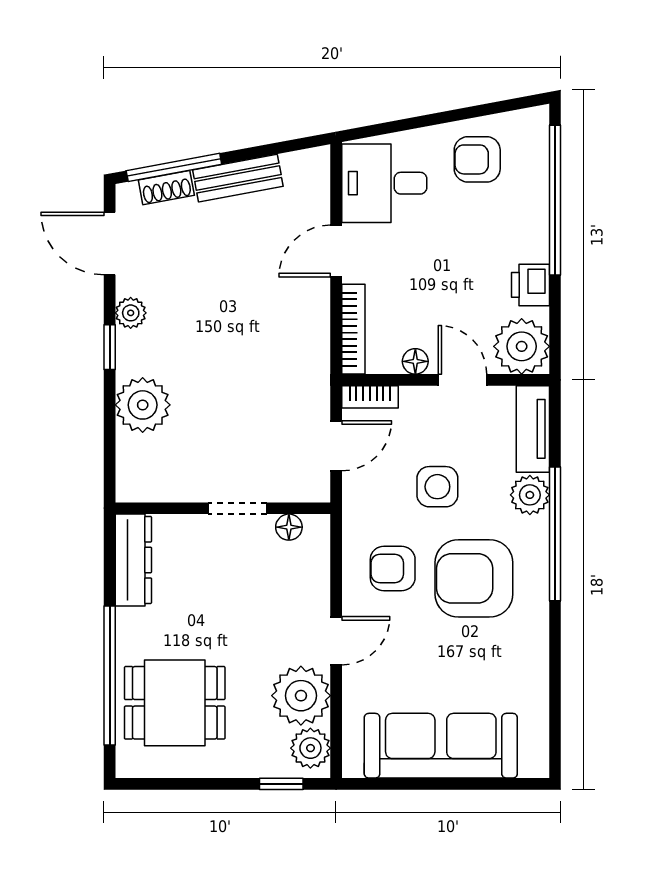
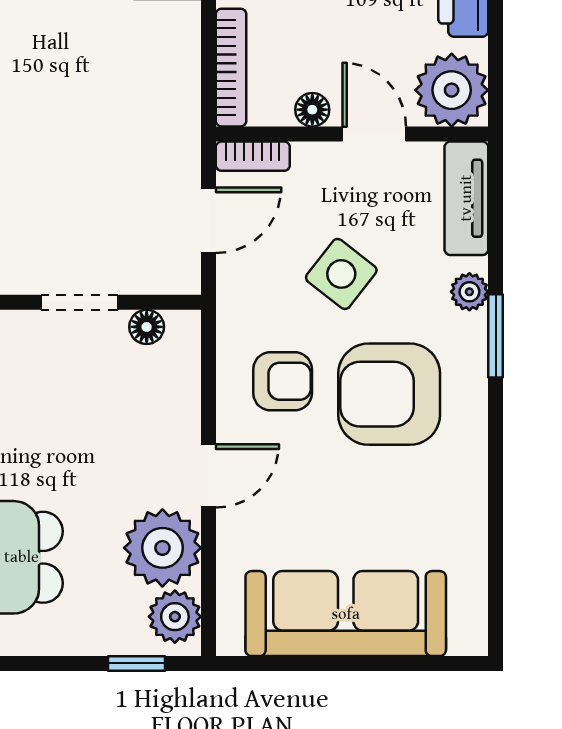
side table: (437, 487) -> (341, 274), turned 38
plant: (530, 495) -> (469, 292), width x0.73, depth x0.73
window: (555, 534) -> (496, 336), width x0.47
armchair: (393, 569) -> (283, 381), turned 180

